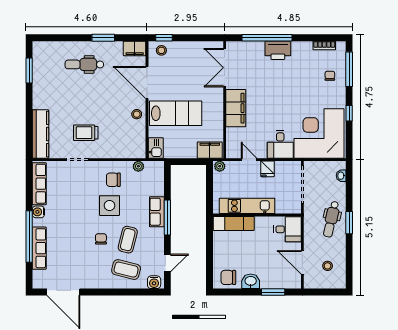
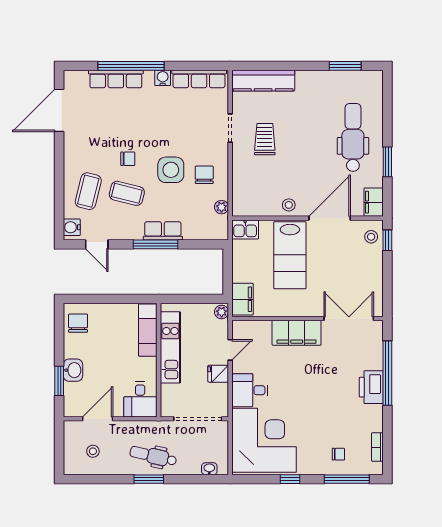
dental chair: (84, 64) -> (353, 137), width x1.36, depth x1.38
washbasin: (251, 281) -> (73, 370), moved

